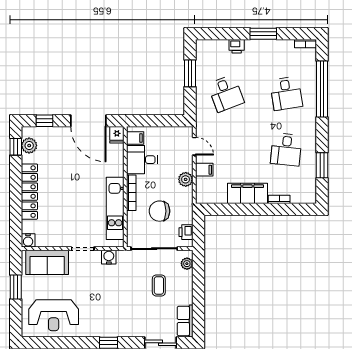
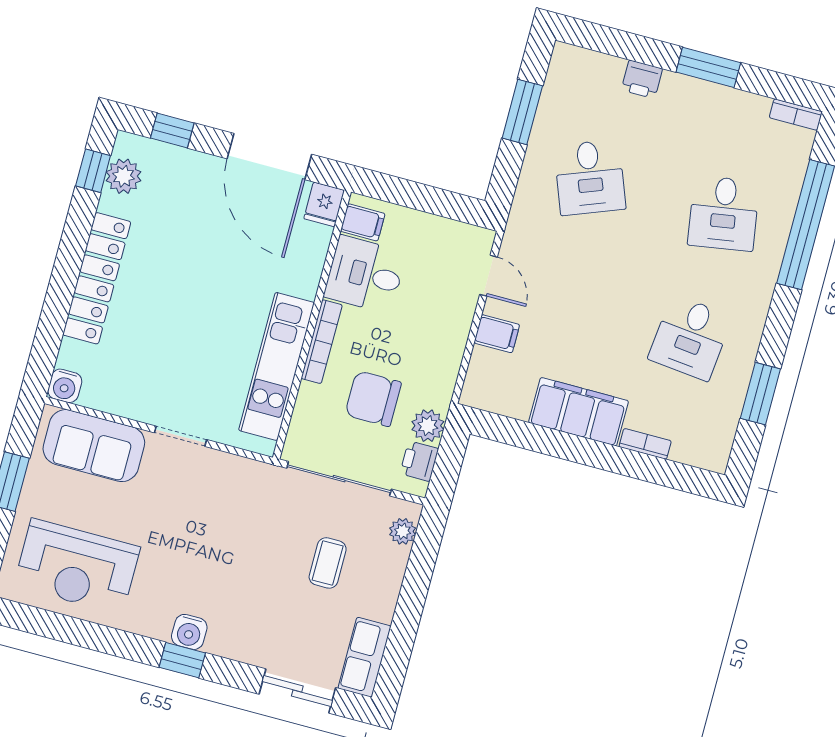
plant: (186, 179) -> (428, 426), moved
water cooler: (109, 257) -> (189, 632), moved, turned 180

